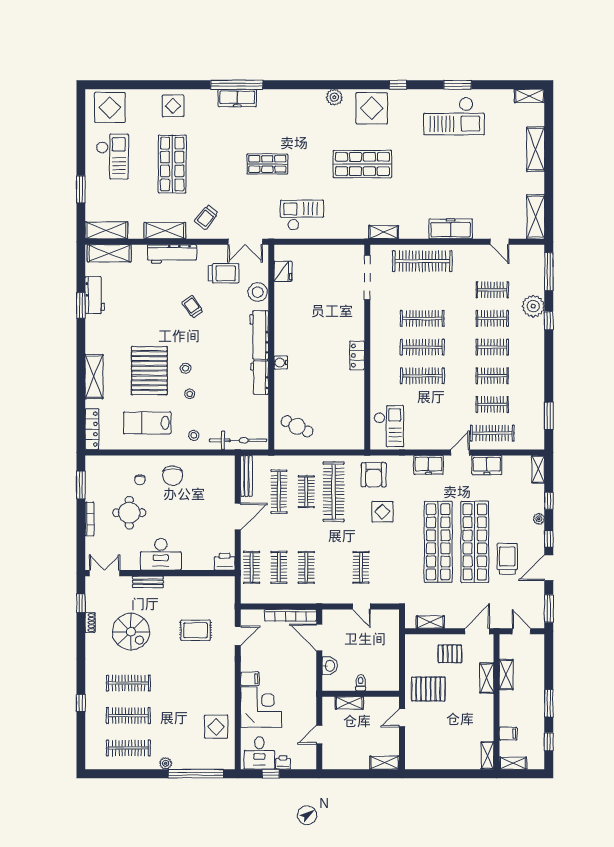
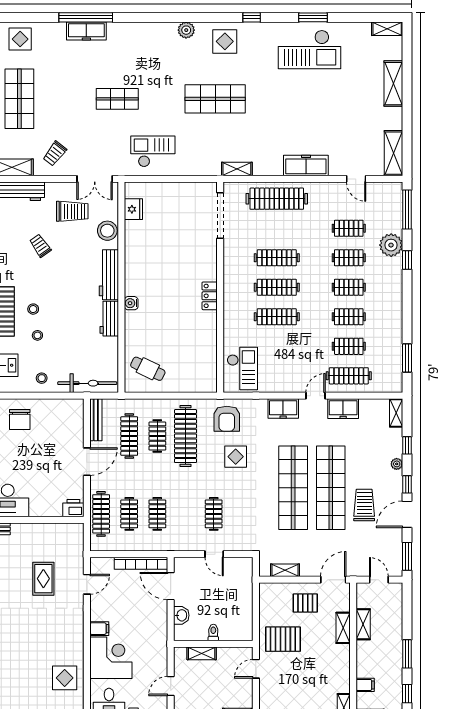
display table: (372, 108) -> (225, 41), width x0.73, depth x0.73
clothes rail: (252, 567) -> (101, 514), width x1.36
rug: (196, 630) -> (43, 579), turned 90

